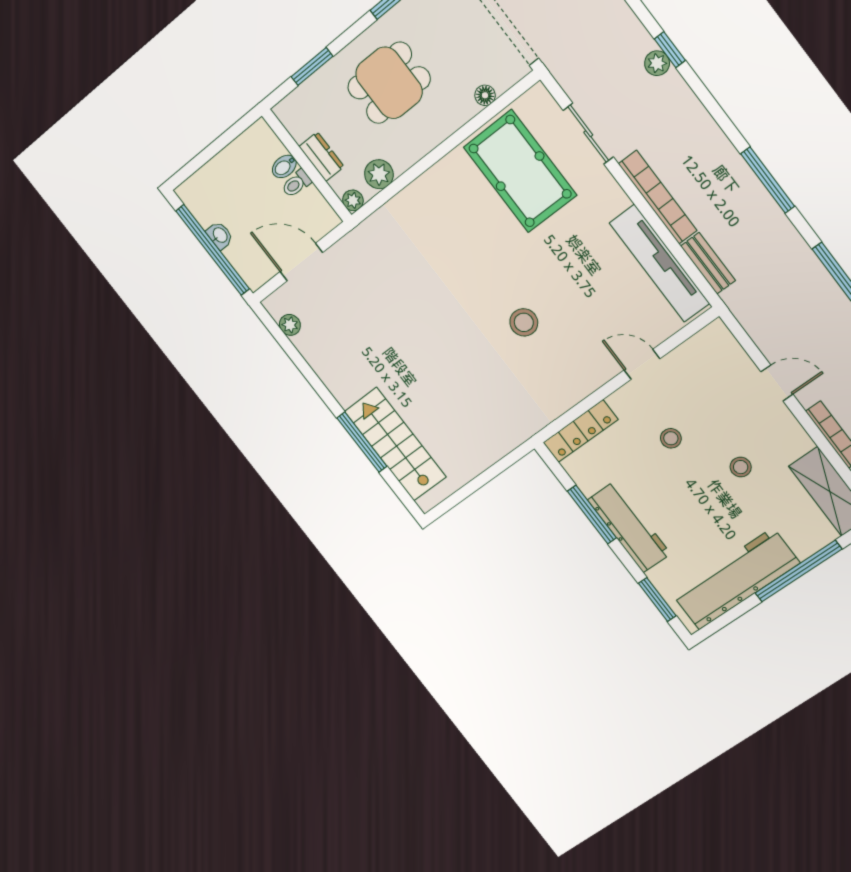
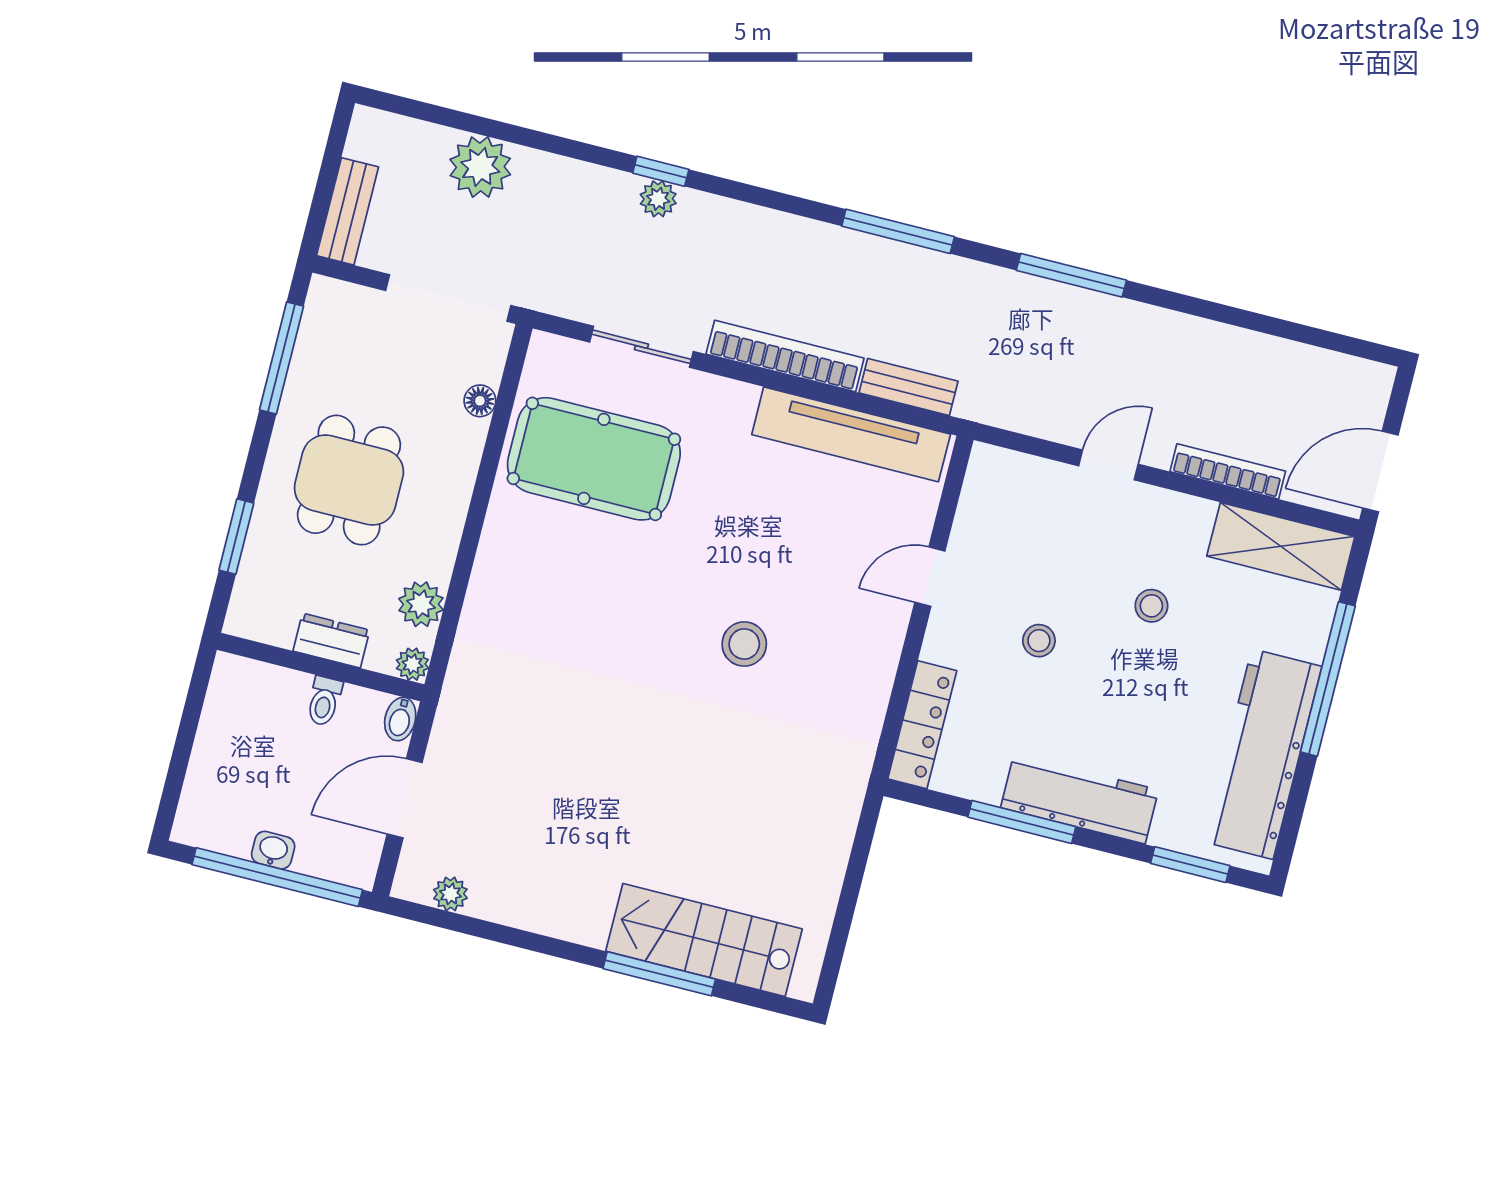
bidet: (284, 166) -> (400, 719), moved

